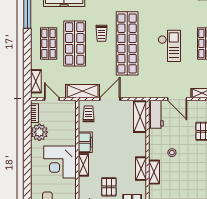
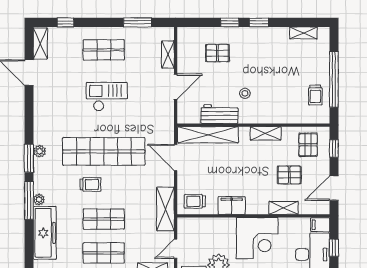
shop shelf: (75, 43) -> (104, 219), width x0.70, depth x0.74
door: (110, 99) -> (176, 157), moved
workbench: (156, 114) -> (219, 114), moved
shelving: (140, 117) -> (208, 135), width x1.47
shelving: (83, 165) -> (284, 208), moved
shelving: (154, 172) -> (270, 117), removed

